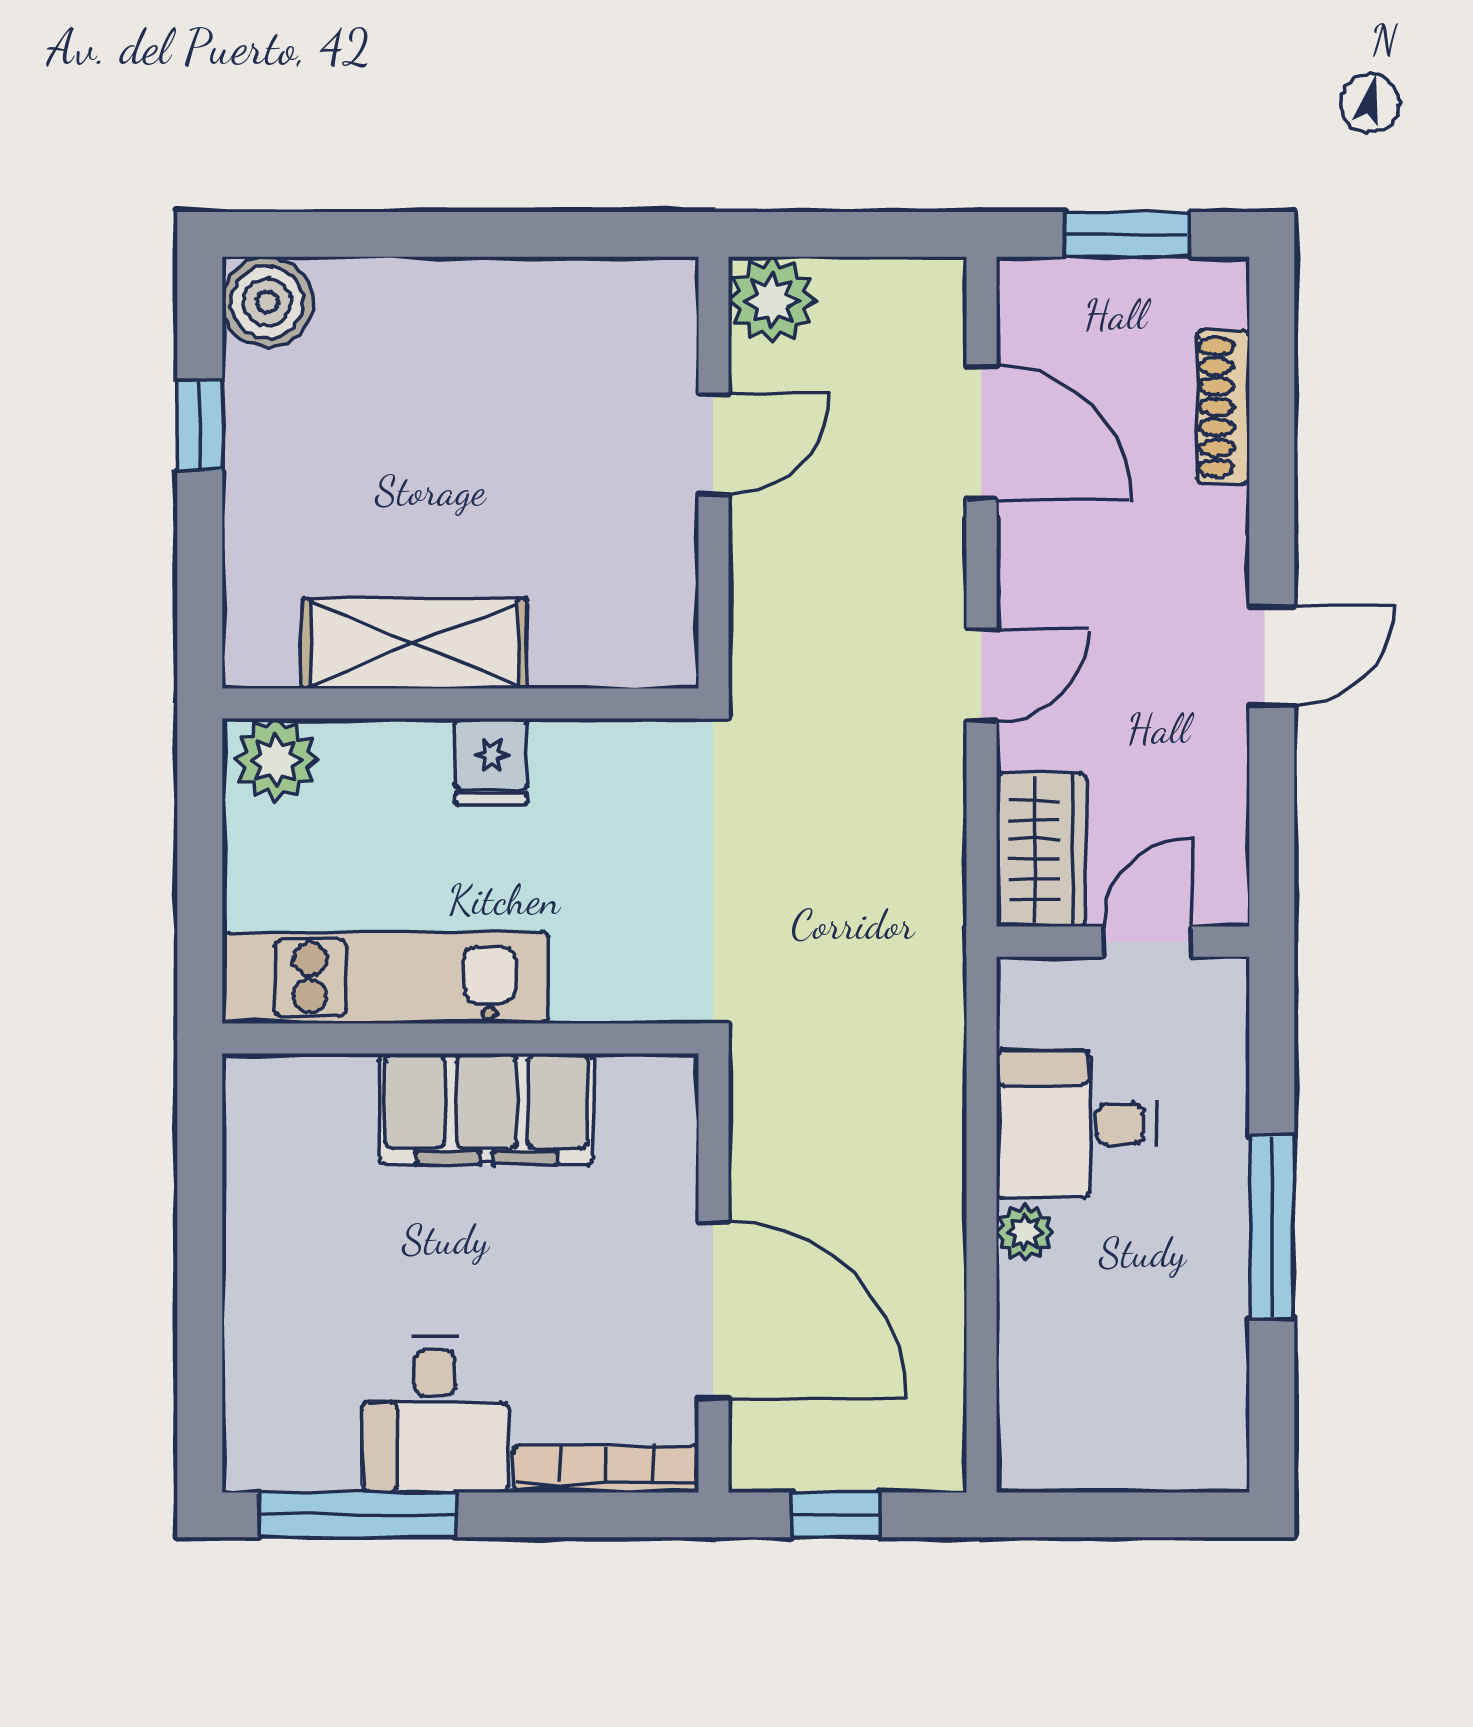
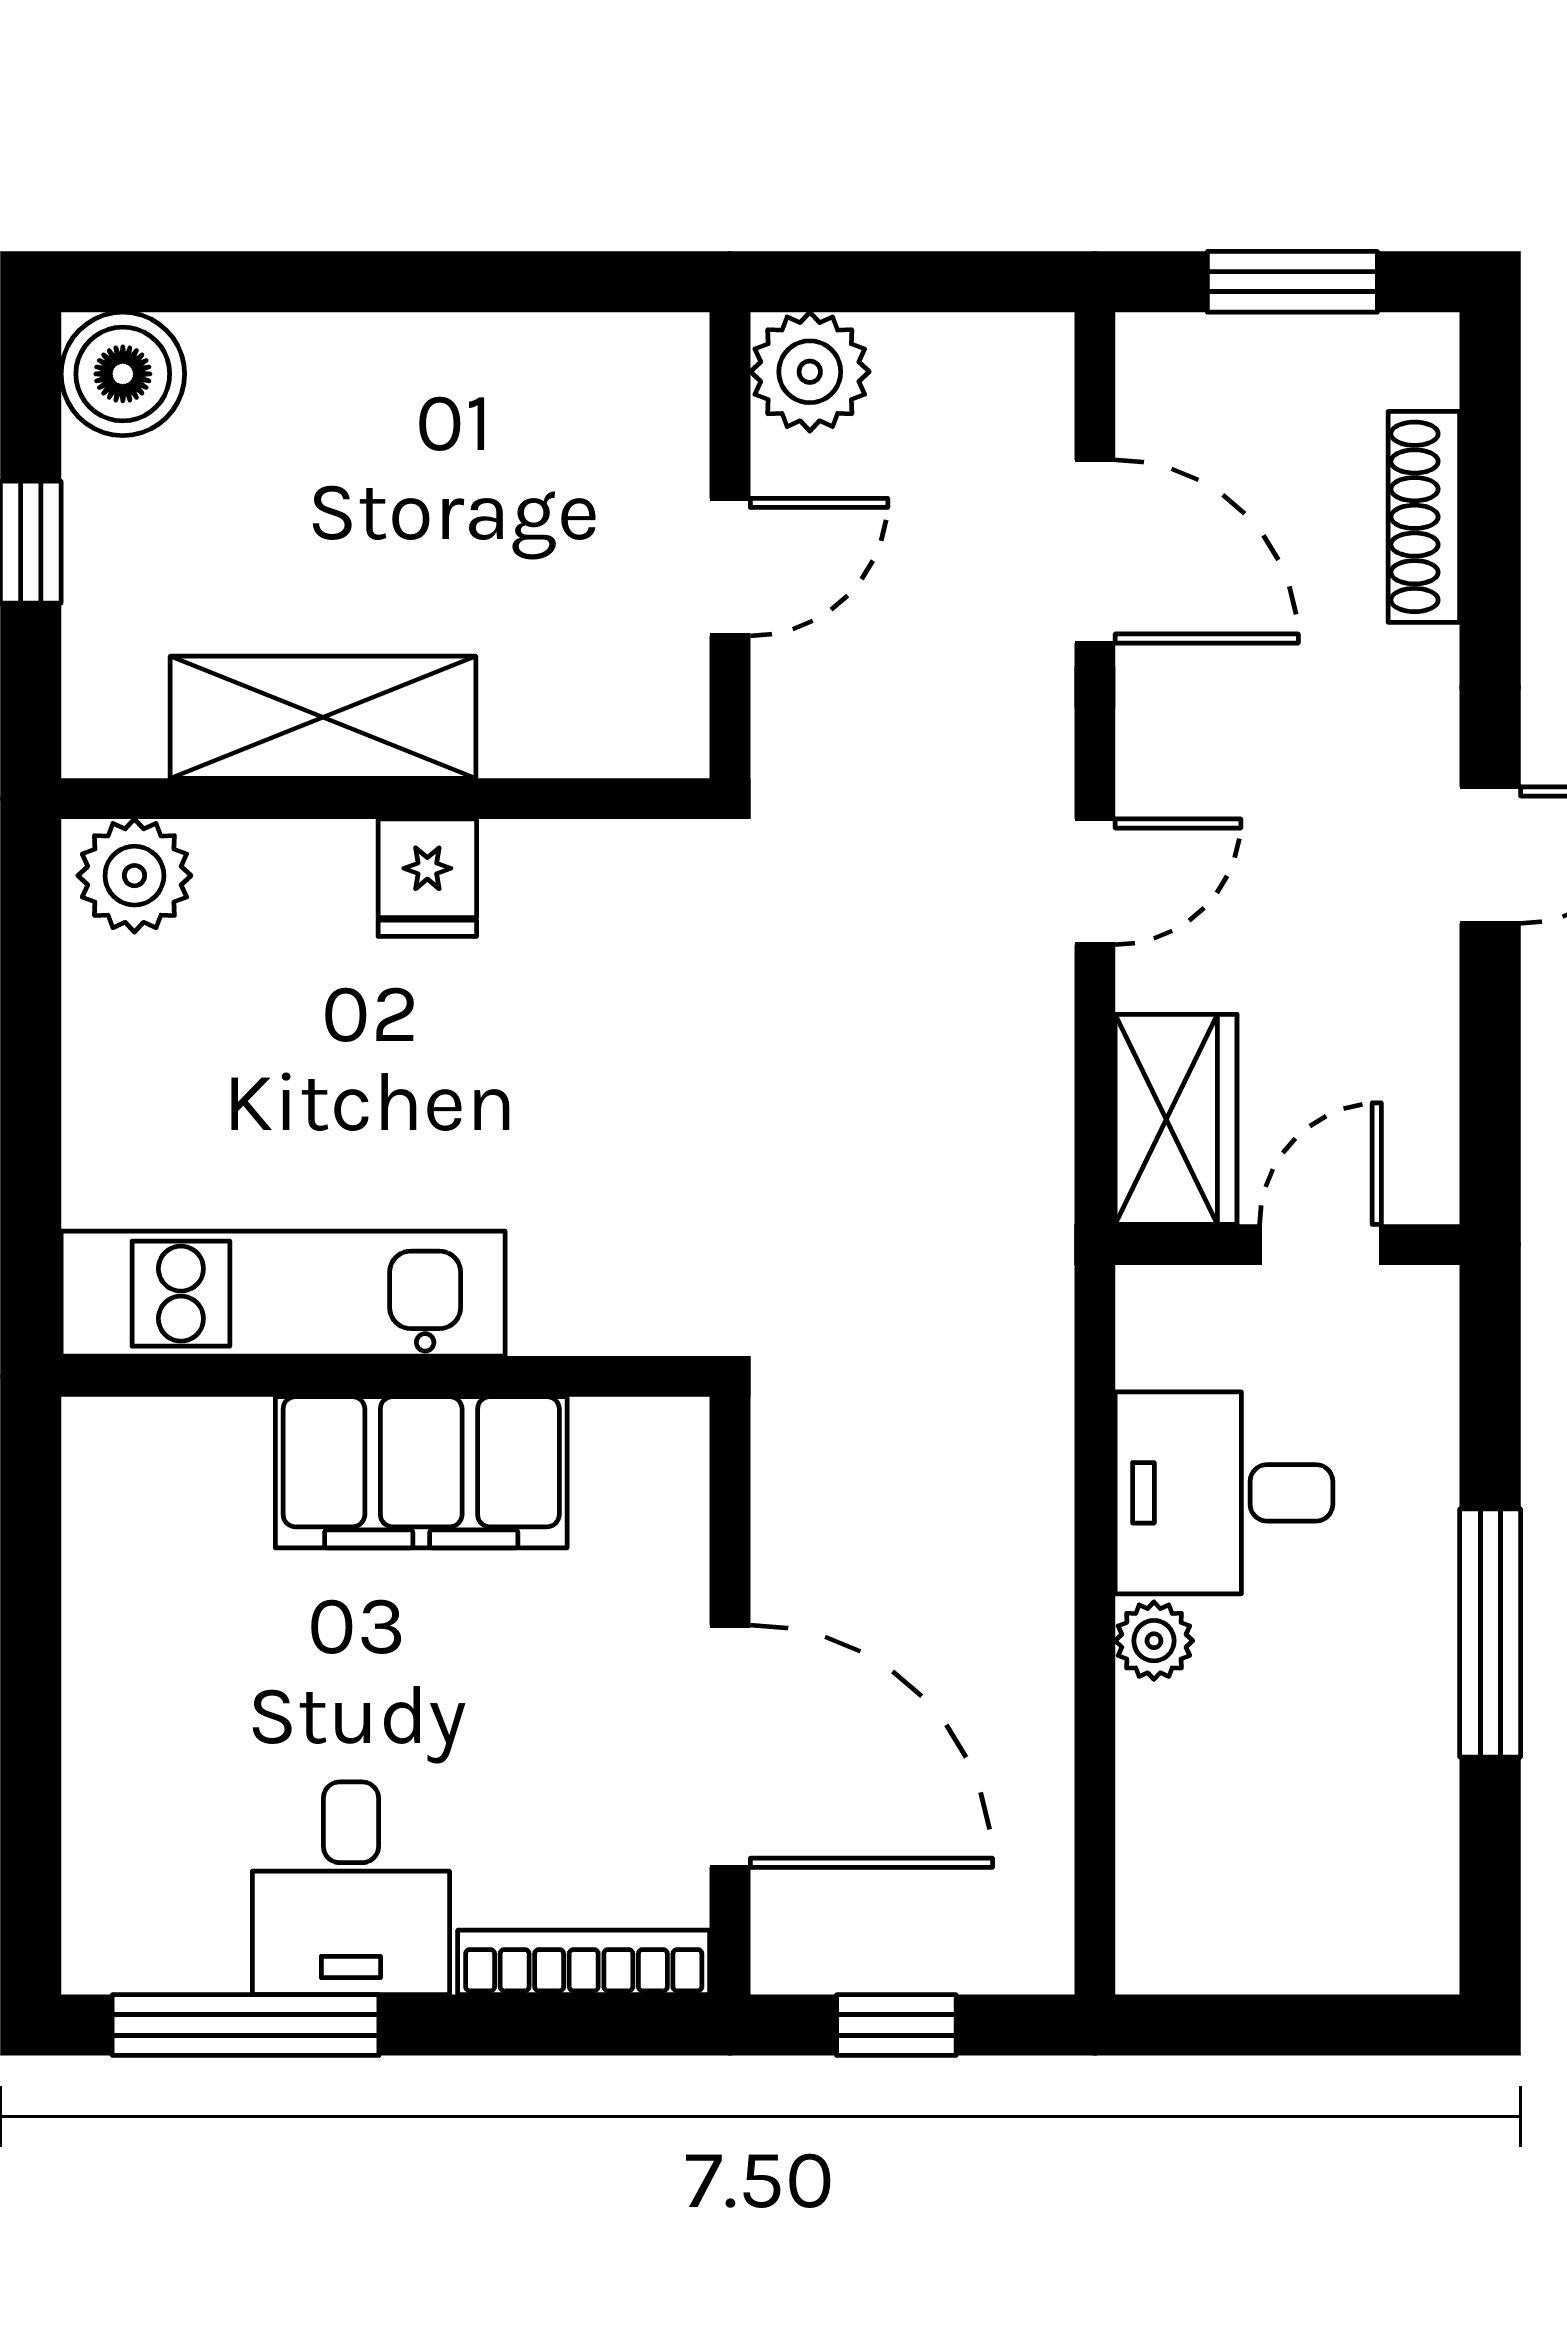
shelving: (414, 644) -> (323, 717), moved
wall: (460, 703) -> (385, 799), moved
plant: (276, 760) -> (134, 876), moved
fridge: (491, 761) -> (427, 878), moved

